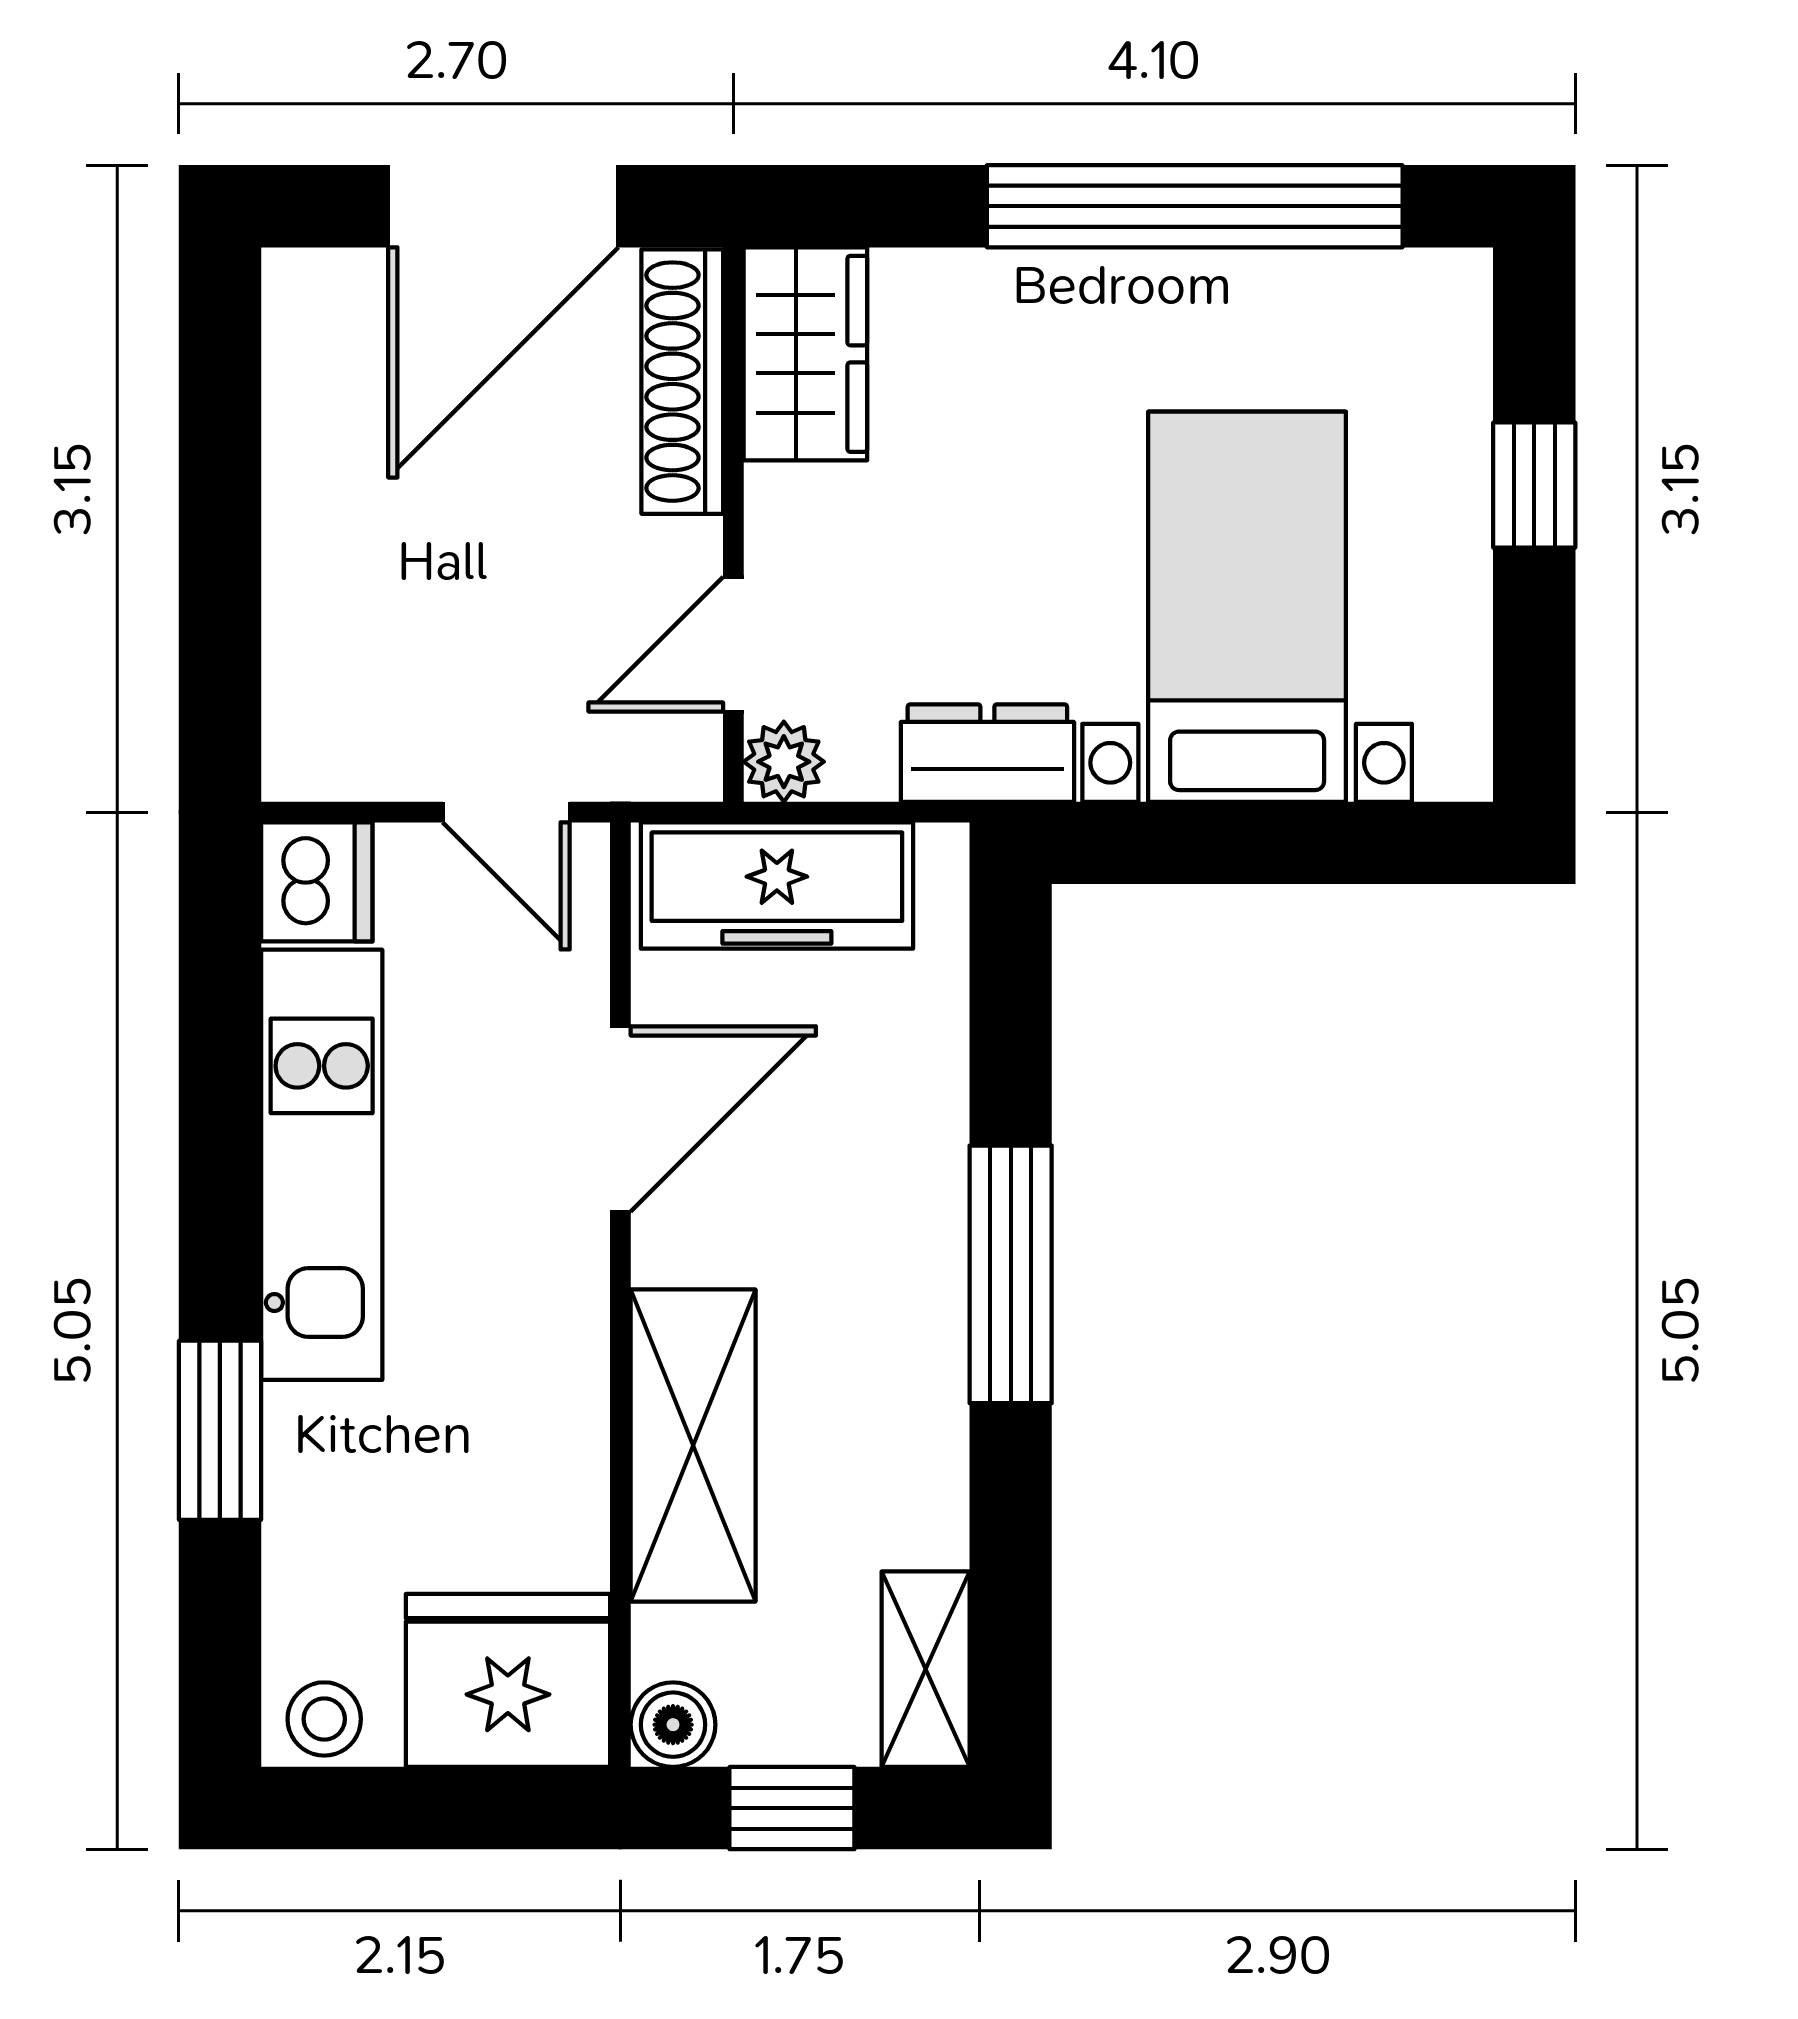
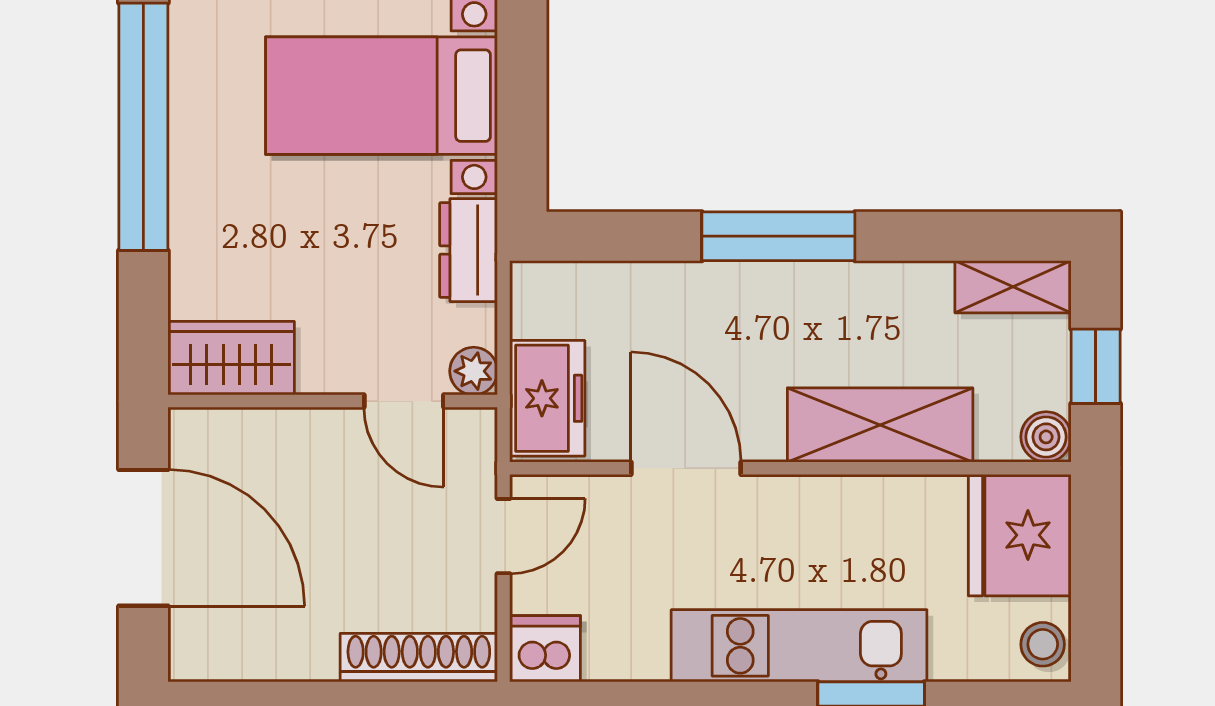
shoe rack: (682, 382) -> (419, 658), moved, turned 180
freezer: (777, 886) -> (547, 398), width x0.71
kitchen unit: (322, 1165) -> (799, 646), moved

